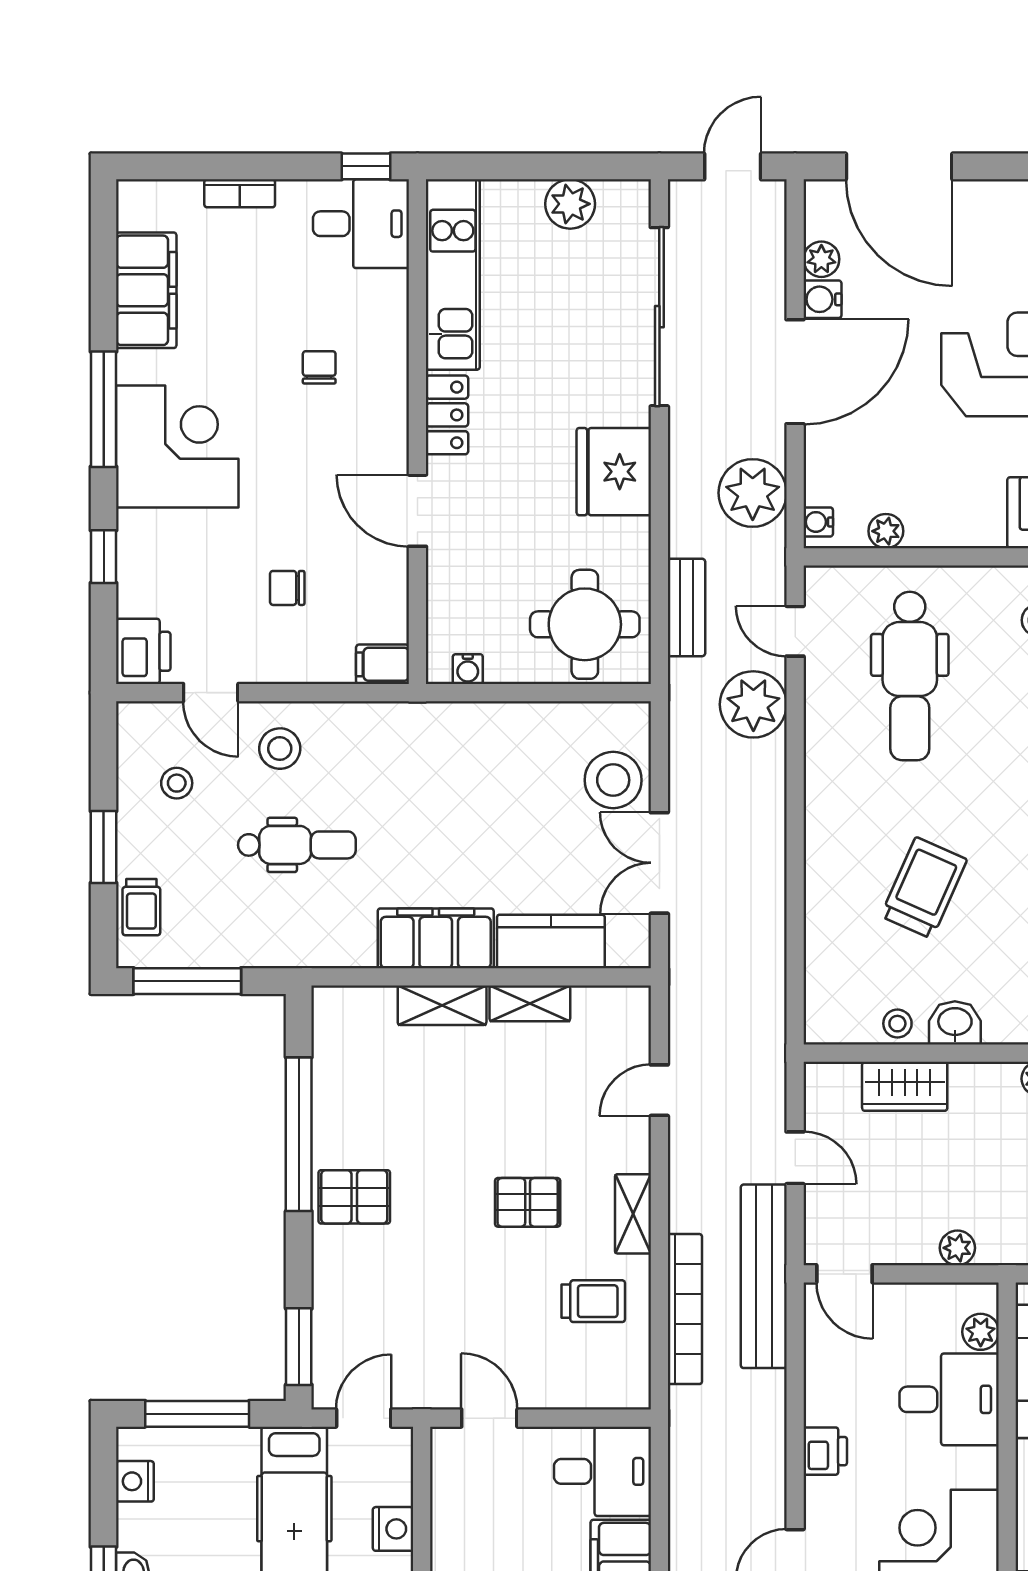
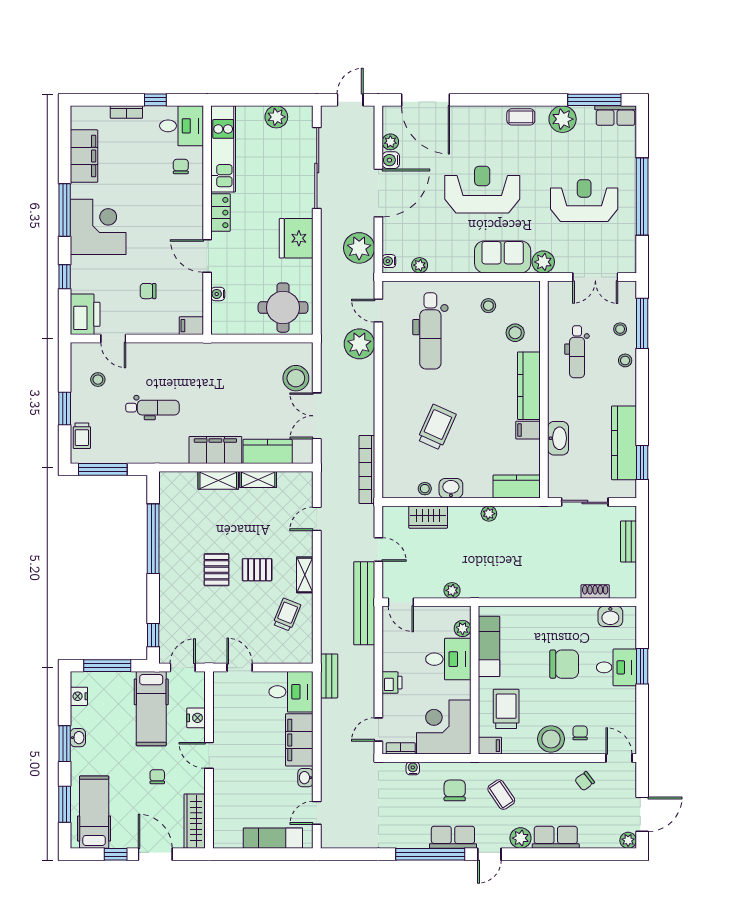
window: (366, 166) -> (155, 100), moved
chair: (319, 367) -> (181, 166), moved
bench: (686, 607) -> (329, 676), moved
printer: (143, 651) -> (85, 314), width x1.37, depth x1.19
water cooler: (468, 669) -> (218, 294), moved, turned 90
stool: (280, 749) -> (145, 364), removed
pallet: (354, 1197) -> (217, 570), moved, turned 90
trolley: (593, 1301) -> (287, 615), turned -68
bookcase: (685, 1309) -> (367, 469), moved, turned 180
window: (299, 1347) -> (153, 635), width x0.67

